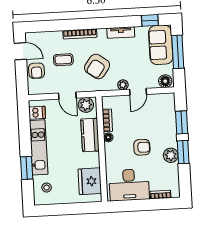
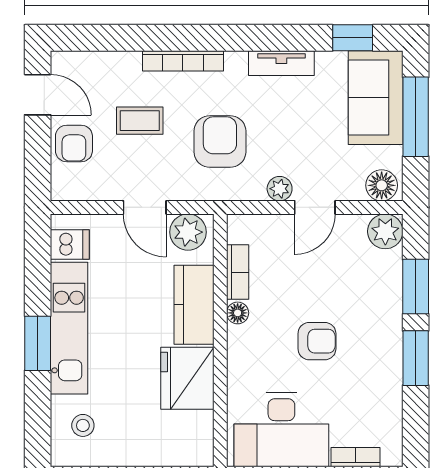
armchair: (97, 67) -> (220, 141), turned 144
plant: (171, 155) -> (385, 231), moved
window: (27, 168) -> (38, 343), moved
fridge: (90, 181) -> (187, 378), moved

